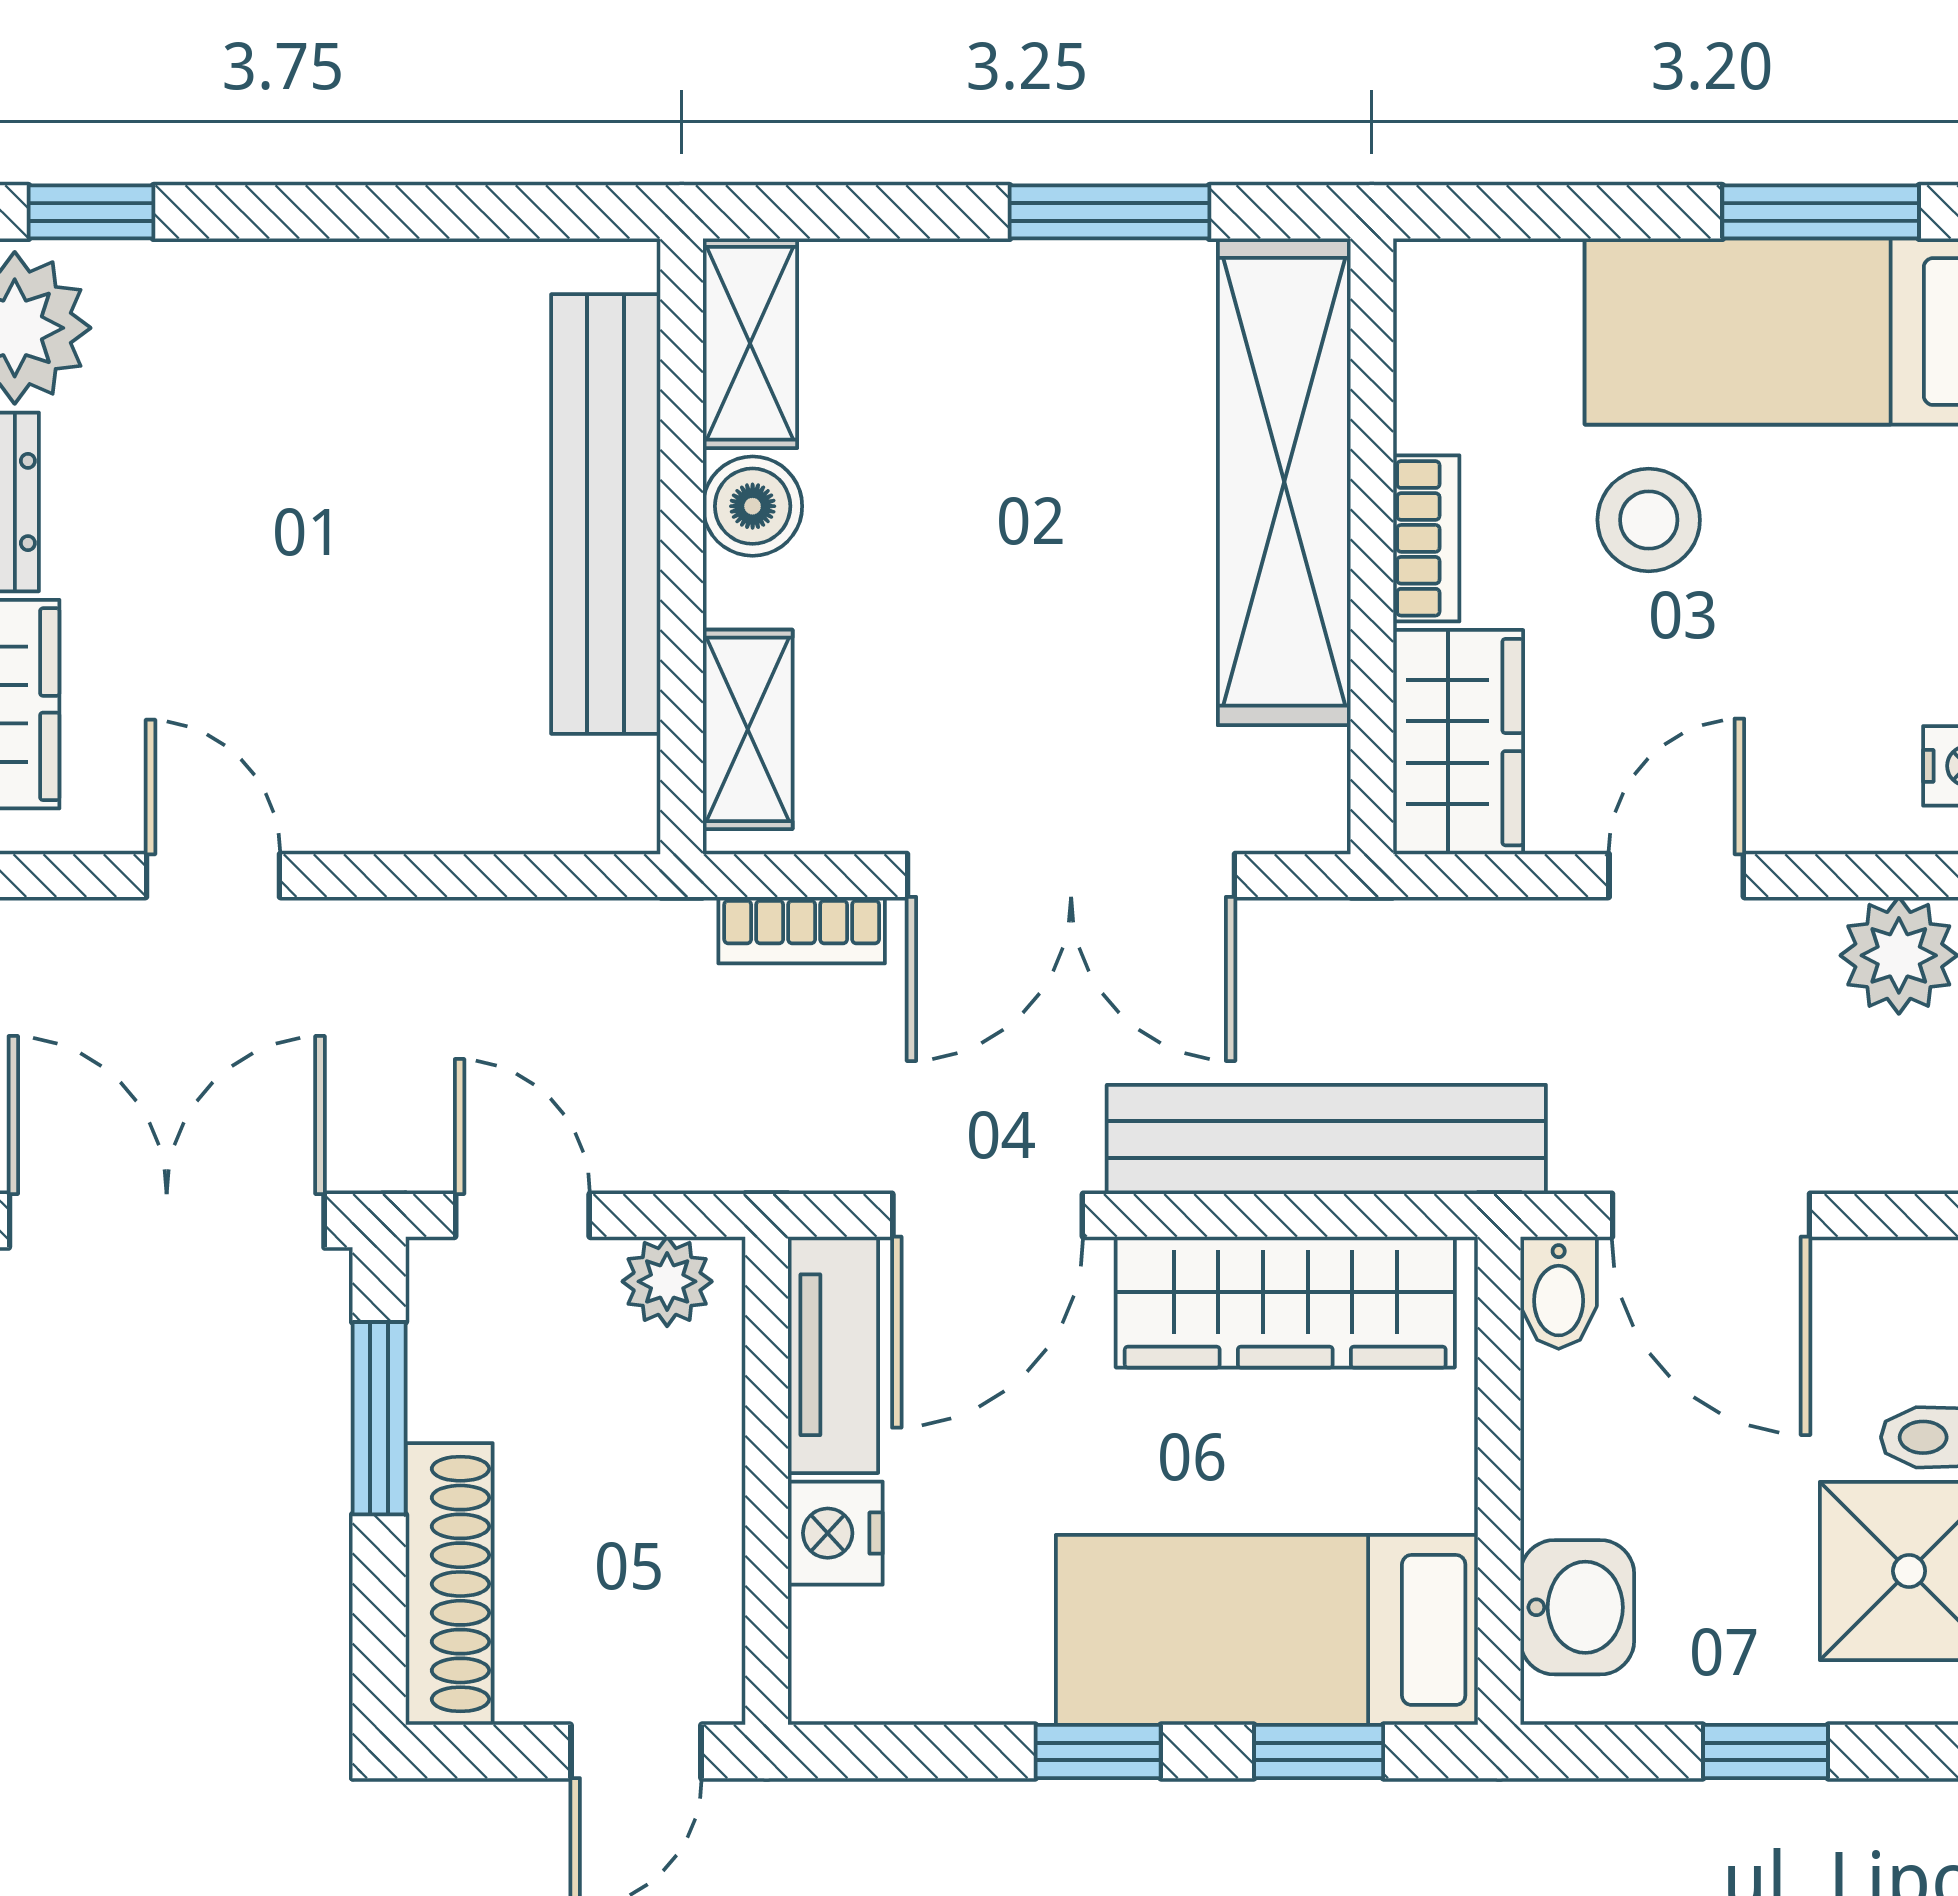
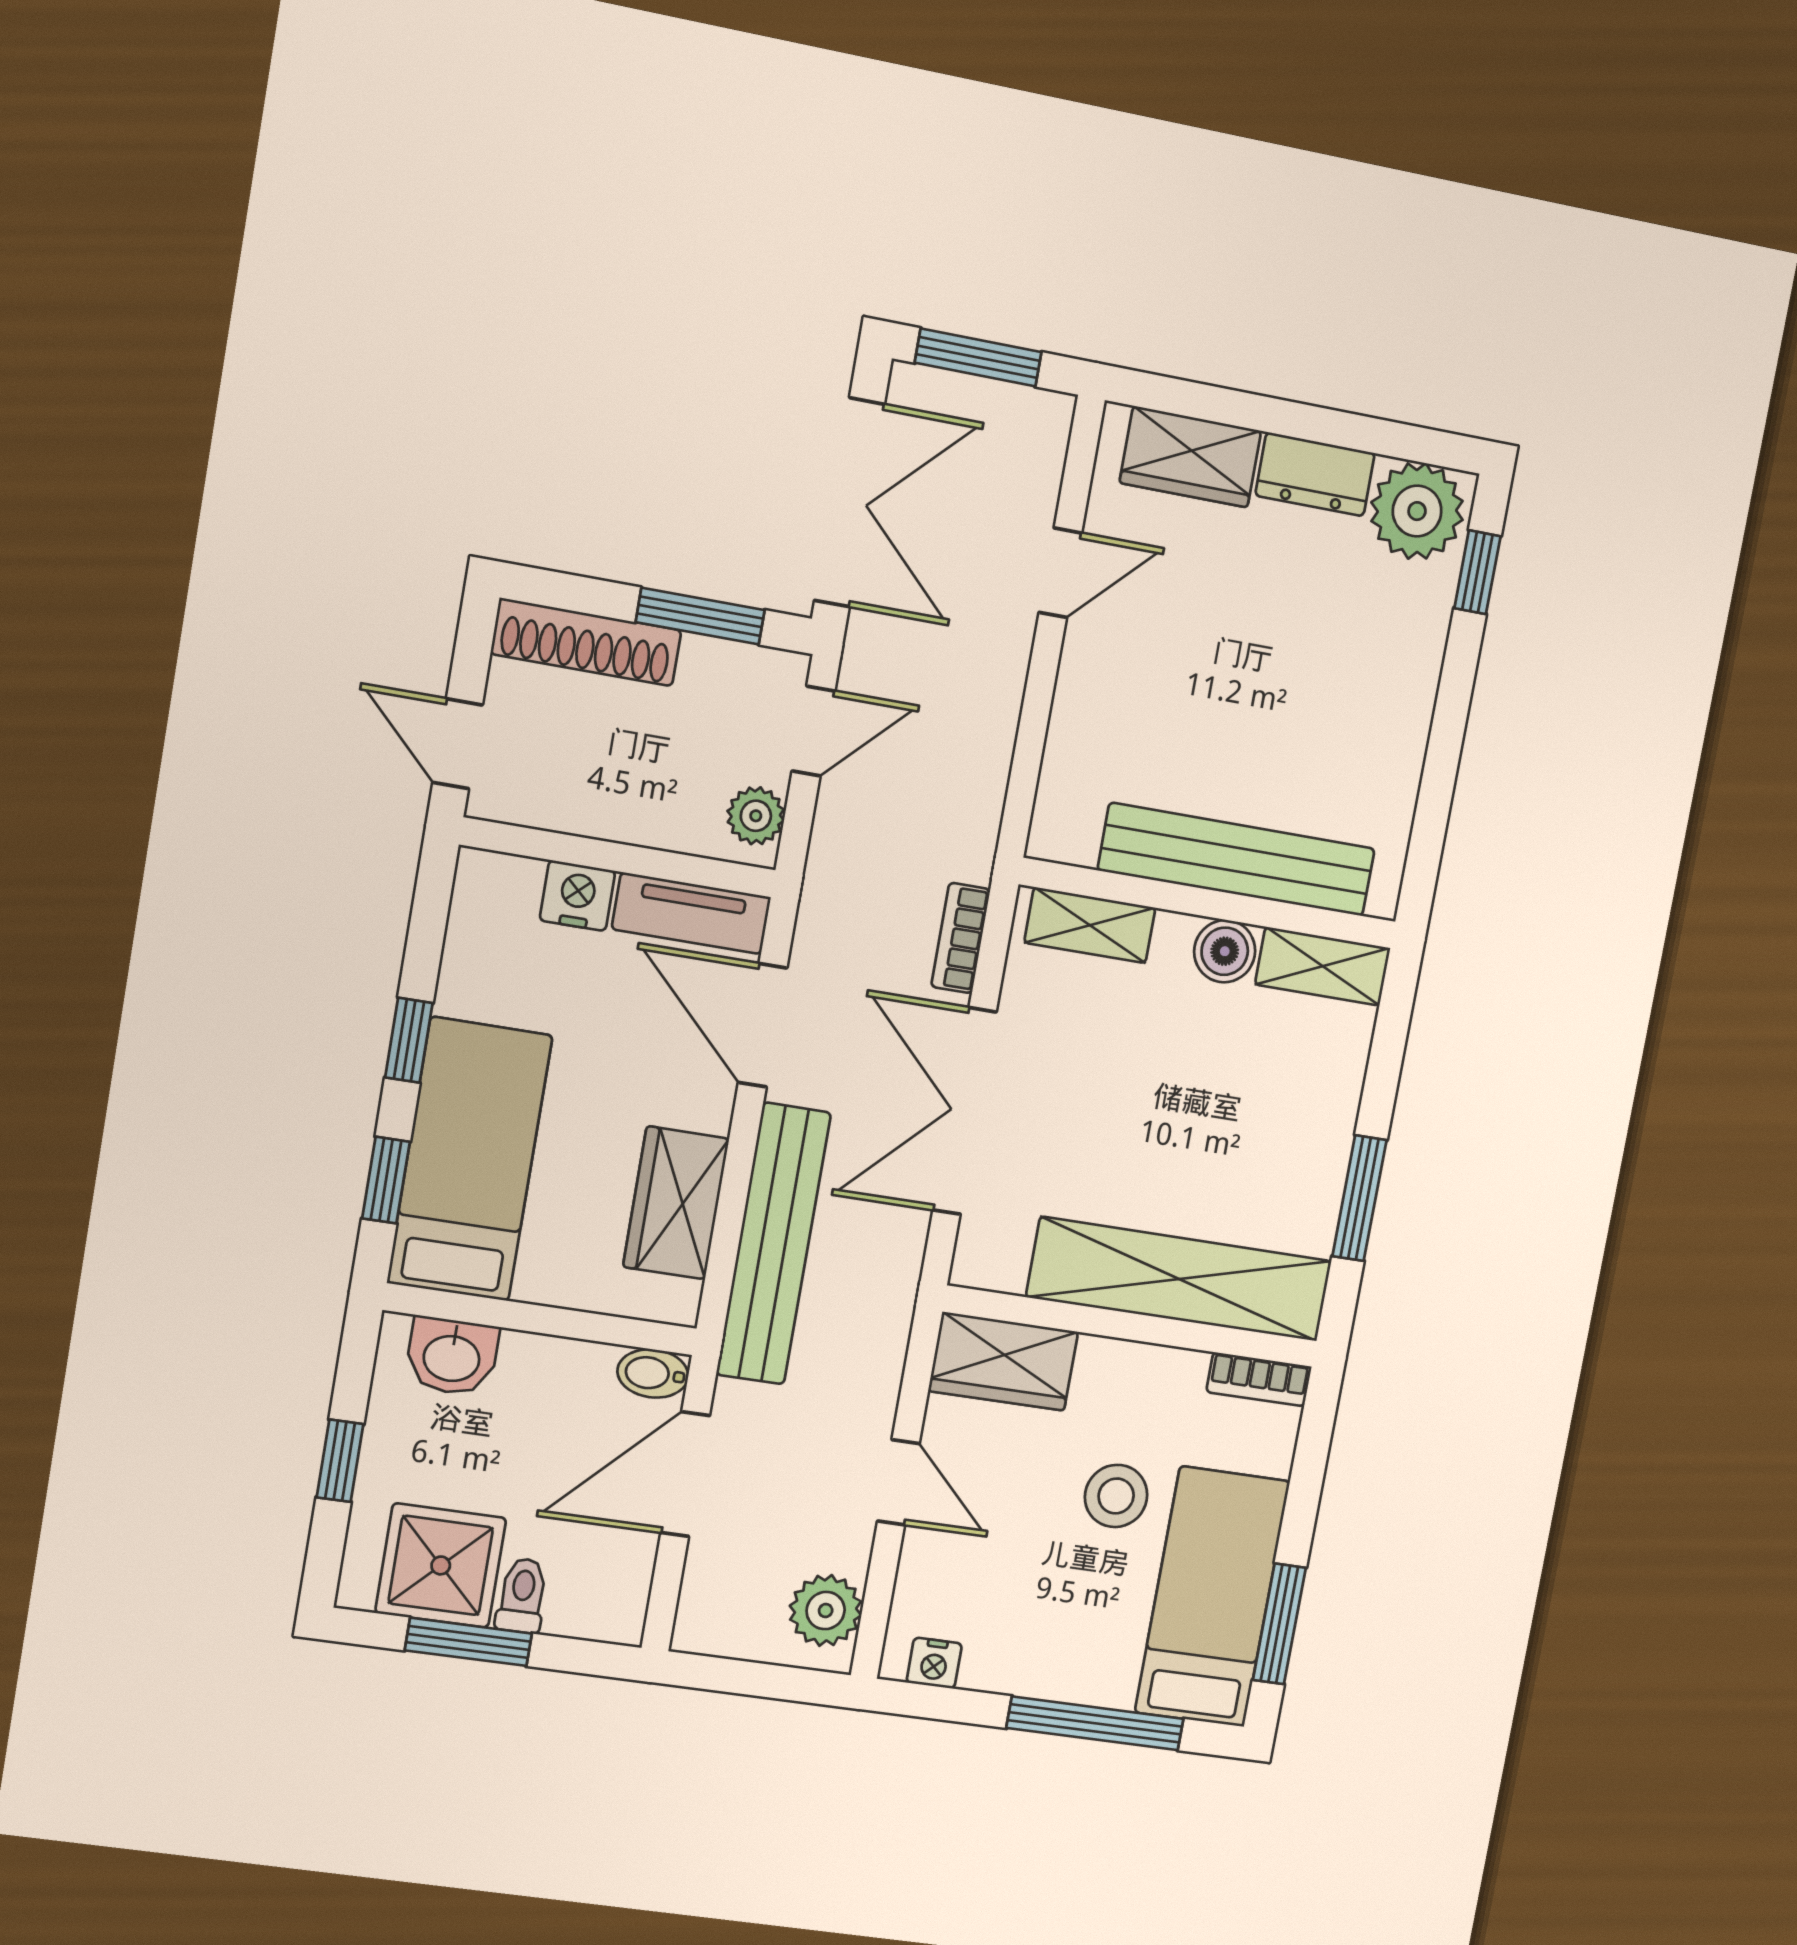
bookcase: (1426, 538) -> (1259, 1379), moved
wardrobe: (1285, 1302) -> (676, 1203), width x0.67

